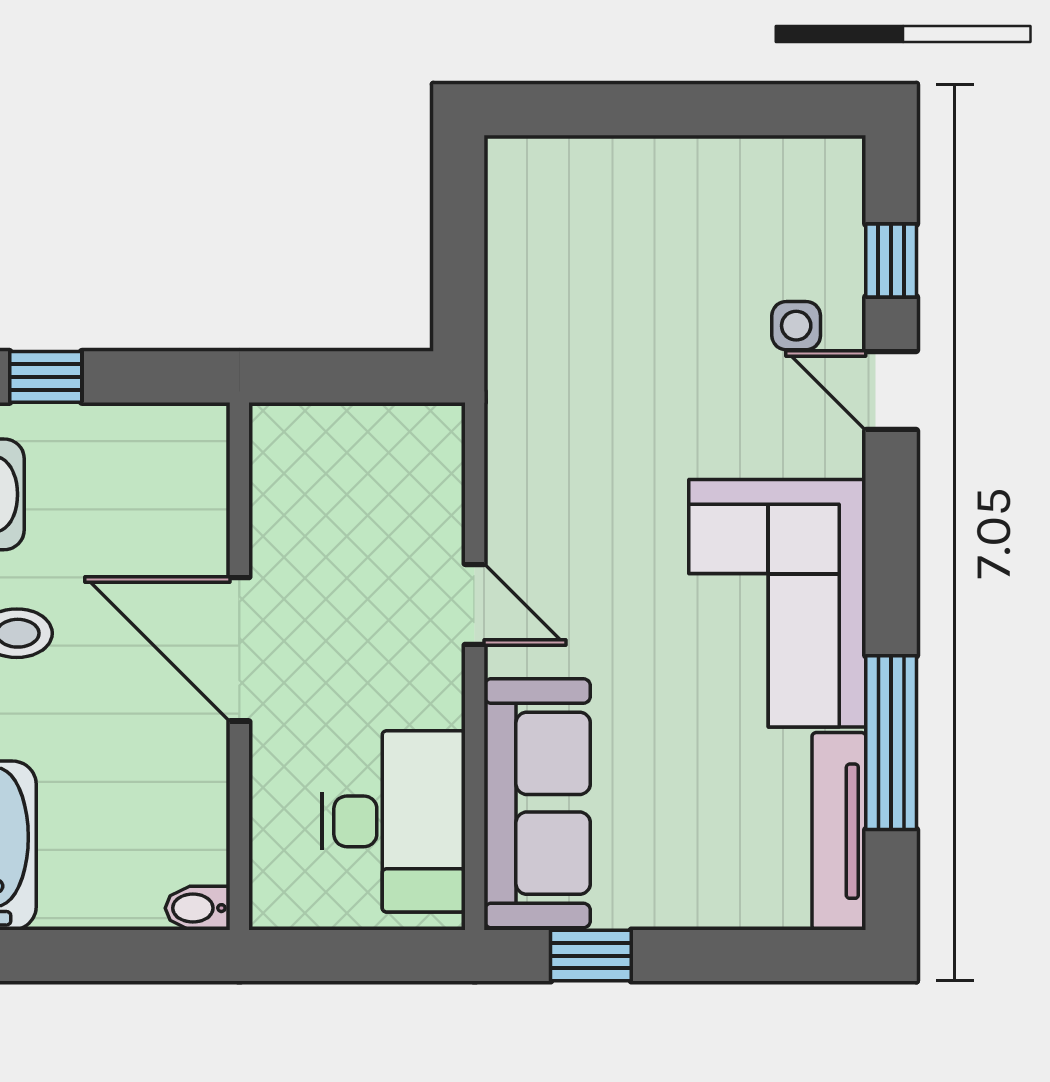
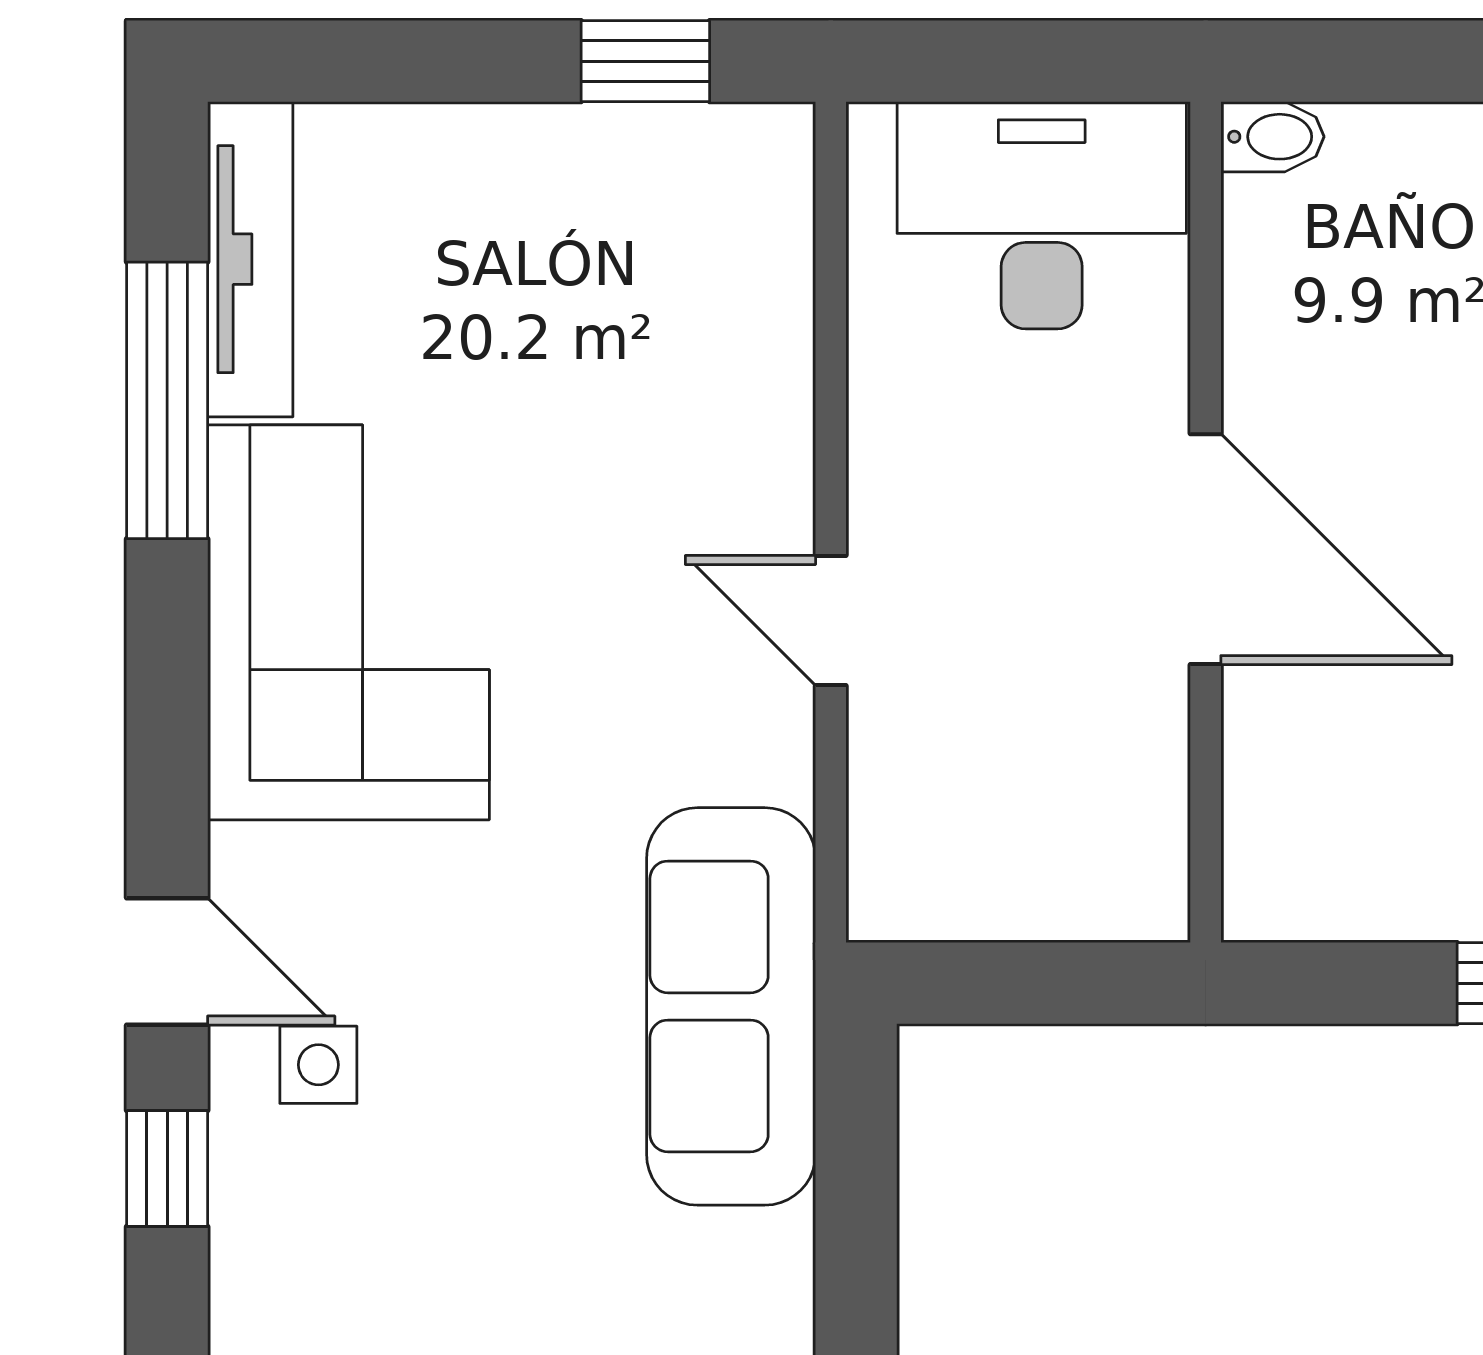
sofa: (537, 803) -> (731, 1006), moved
desk: (394, 821) -> (1042, 215), moved, turned 90

